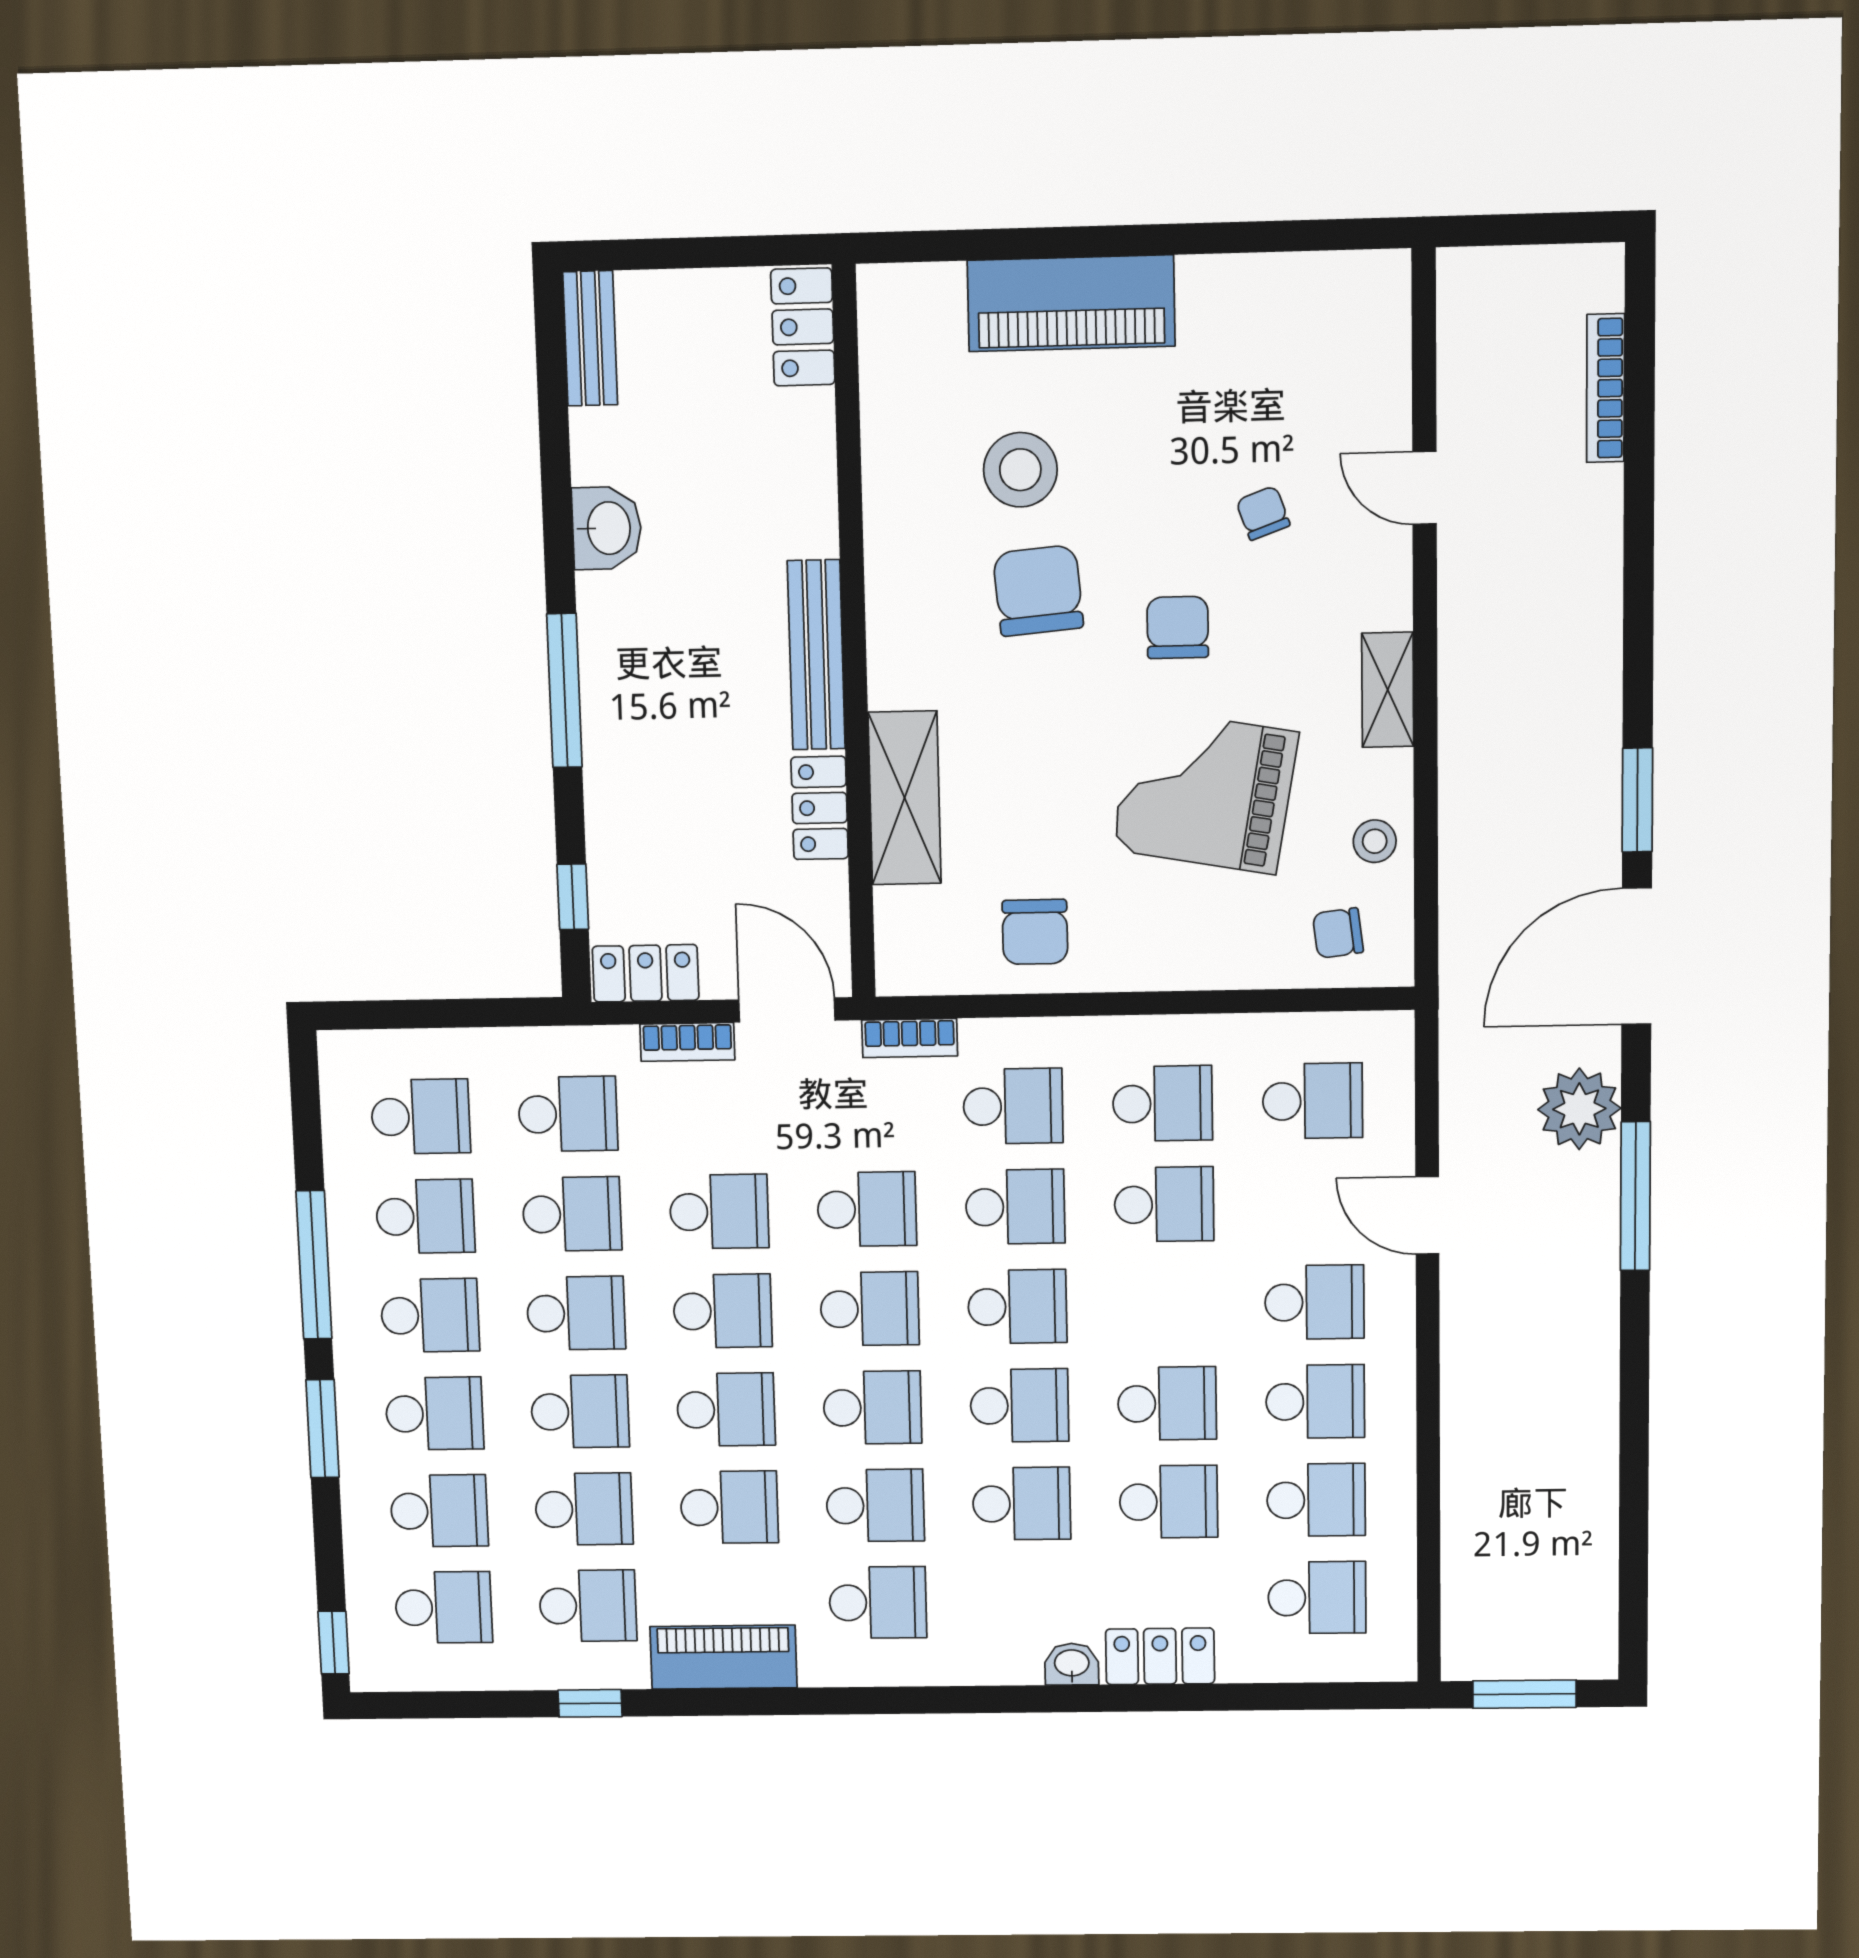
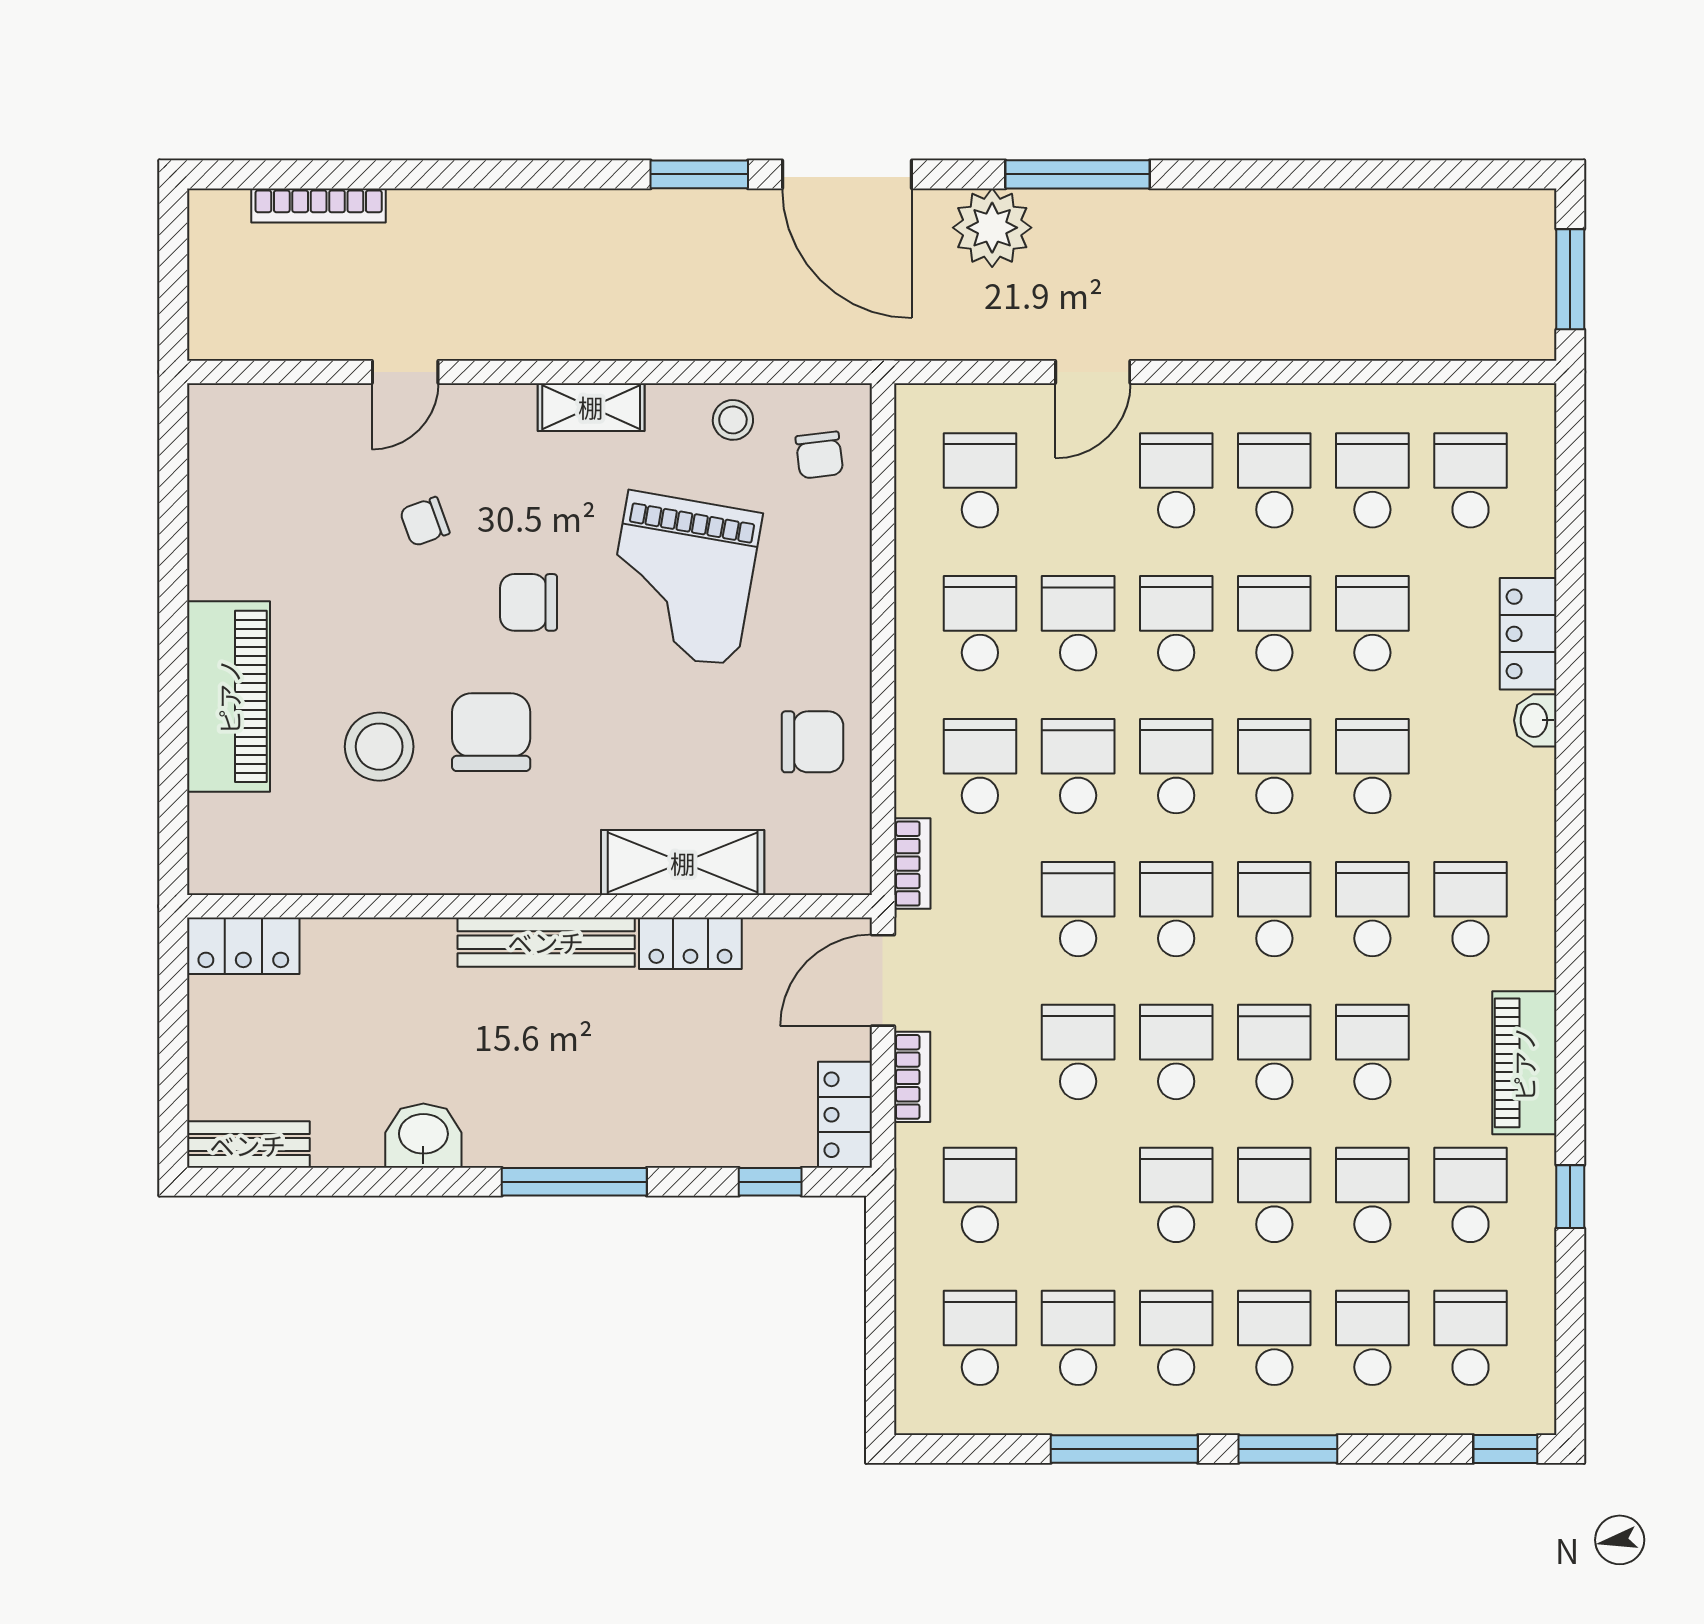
chair: (1038, 591) -> (491, 732), turned 95
school desk: (572, 1214) -> (1176, 623), moved

